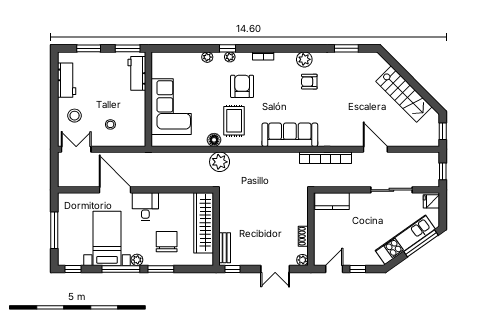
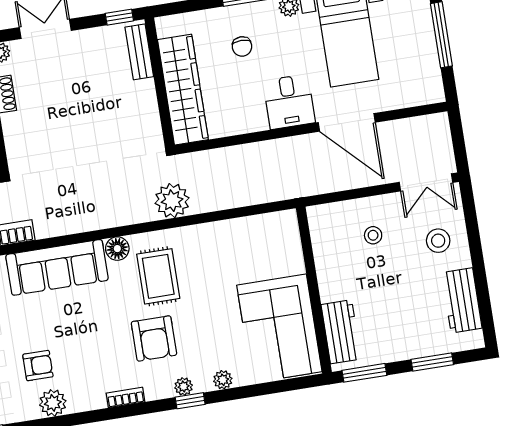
corner sofa: (171, 107) -> (279, 328), moved
floor lamp: (214, 140) -> (117, 249), moved
chair: (167, 242) -> (242, 46), width x0.54, depth x0.54

